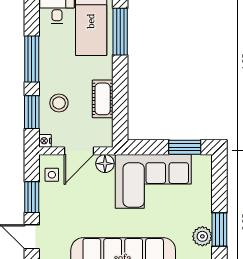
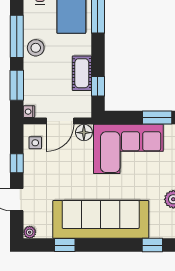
stool: (59, 103) -> (36, 48), moved
window: (120, 113) -> (98, 86), added
window: (32, 197) -> (17, 163), width x0.67

